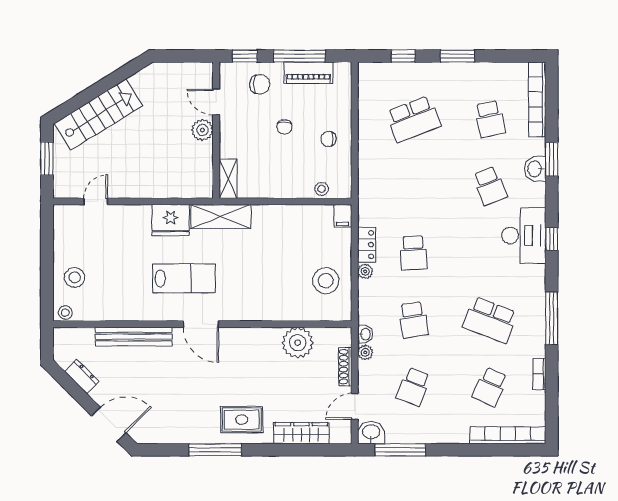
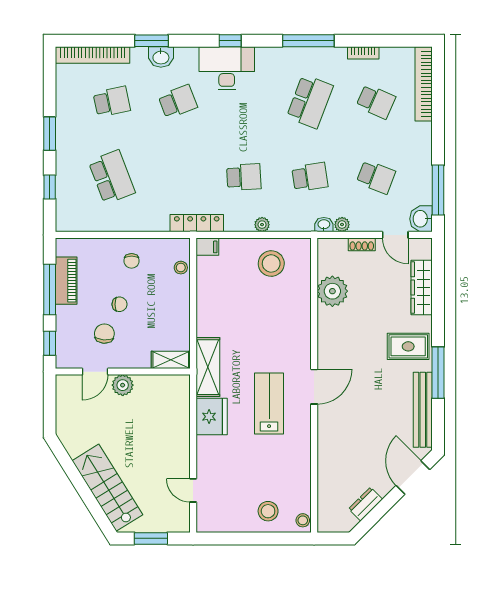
chair: (260, 84) -> (104, 334), moved
locker: (367, 245) -> (197, 223), moved, width x1.53
bench: (134, 337) -> (423, 410), moved
shoe rack: (345, 367) -> (362, 244), width x0.70
rug: (242, 420) -> (408, 346), turned 90

